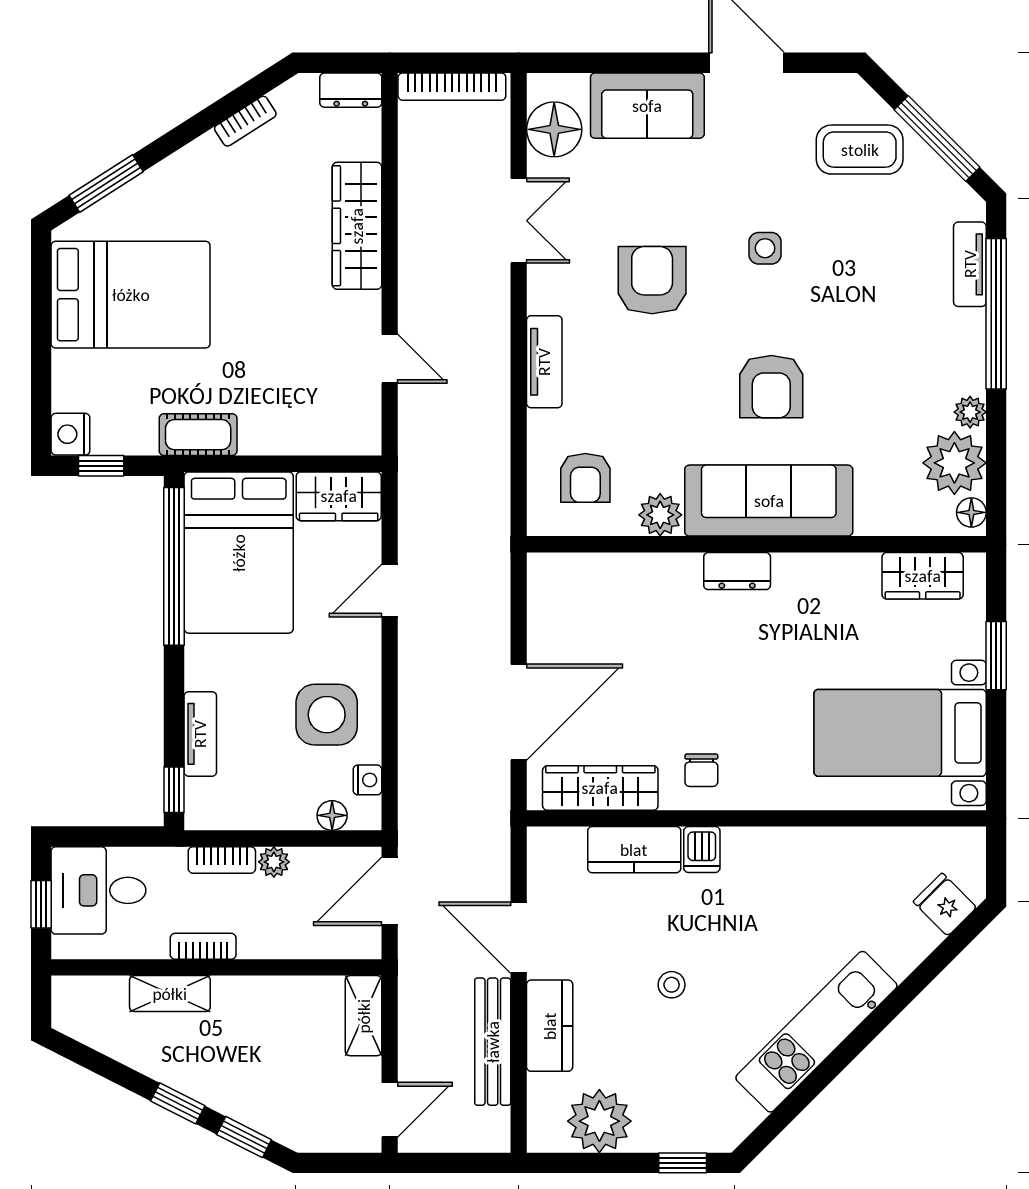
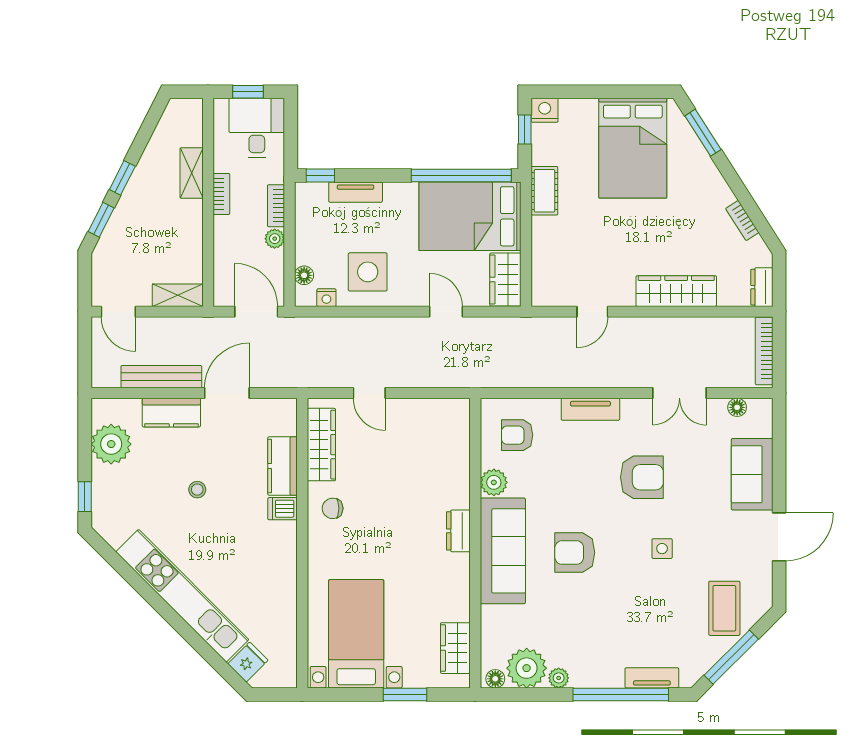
floor lamp: (554, 129) -> (737, 407), width x0.53, depth x0.53
door: (519, 712) -> (369, 393), width x0.53
kitchen unit: (816, 1032) -> (182, 596), width x1.36

